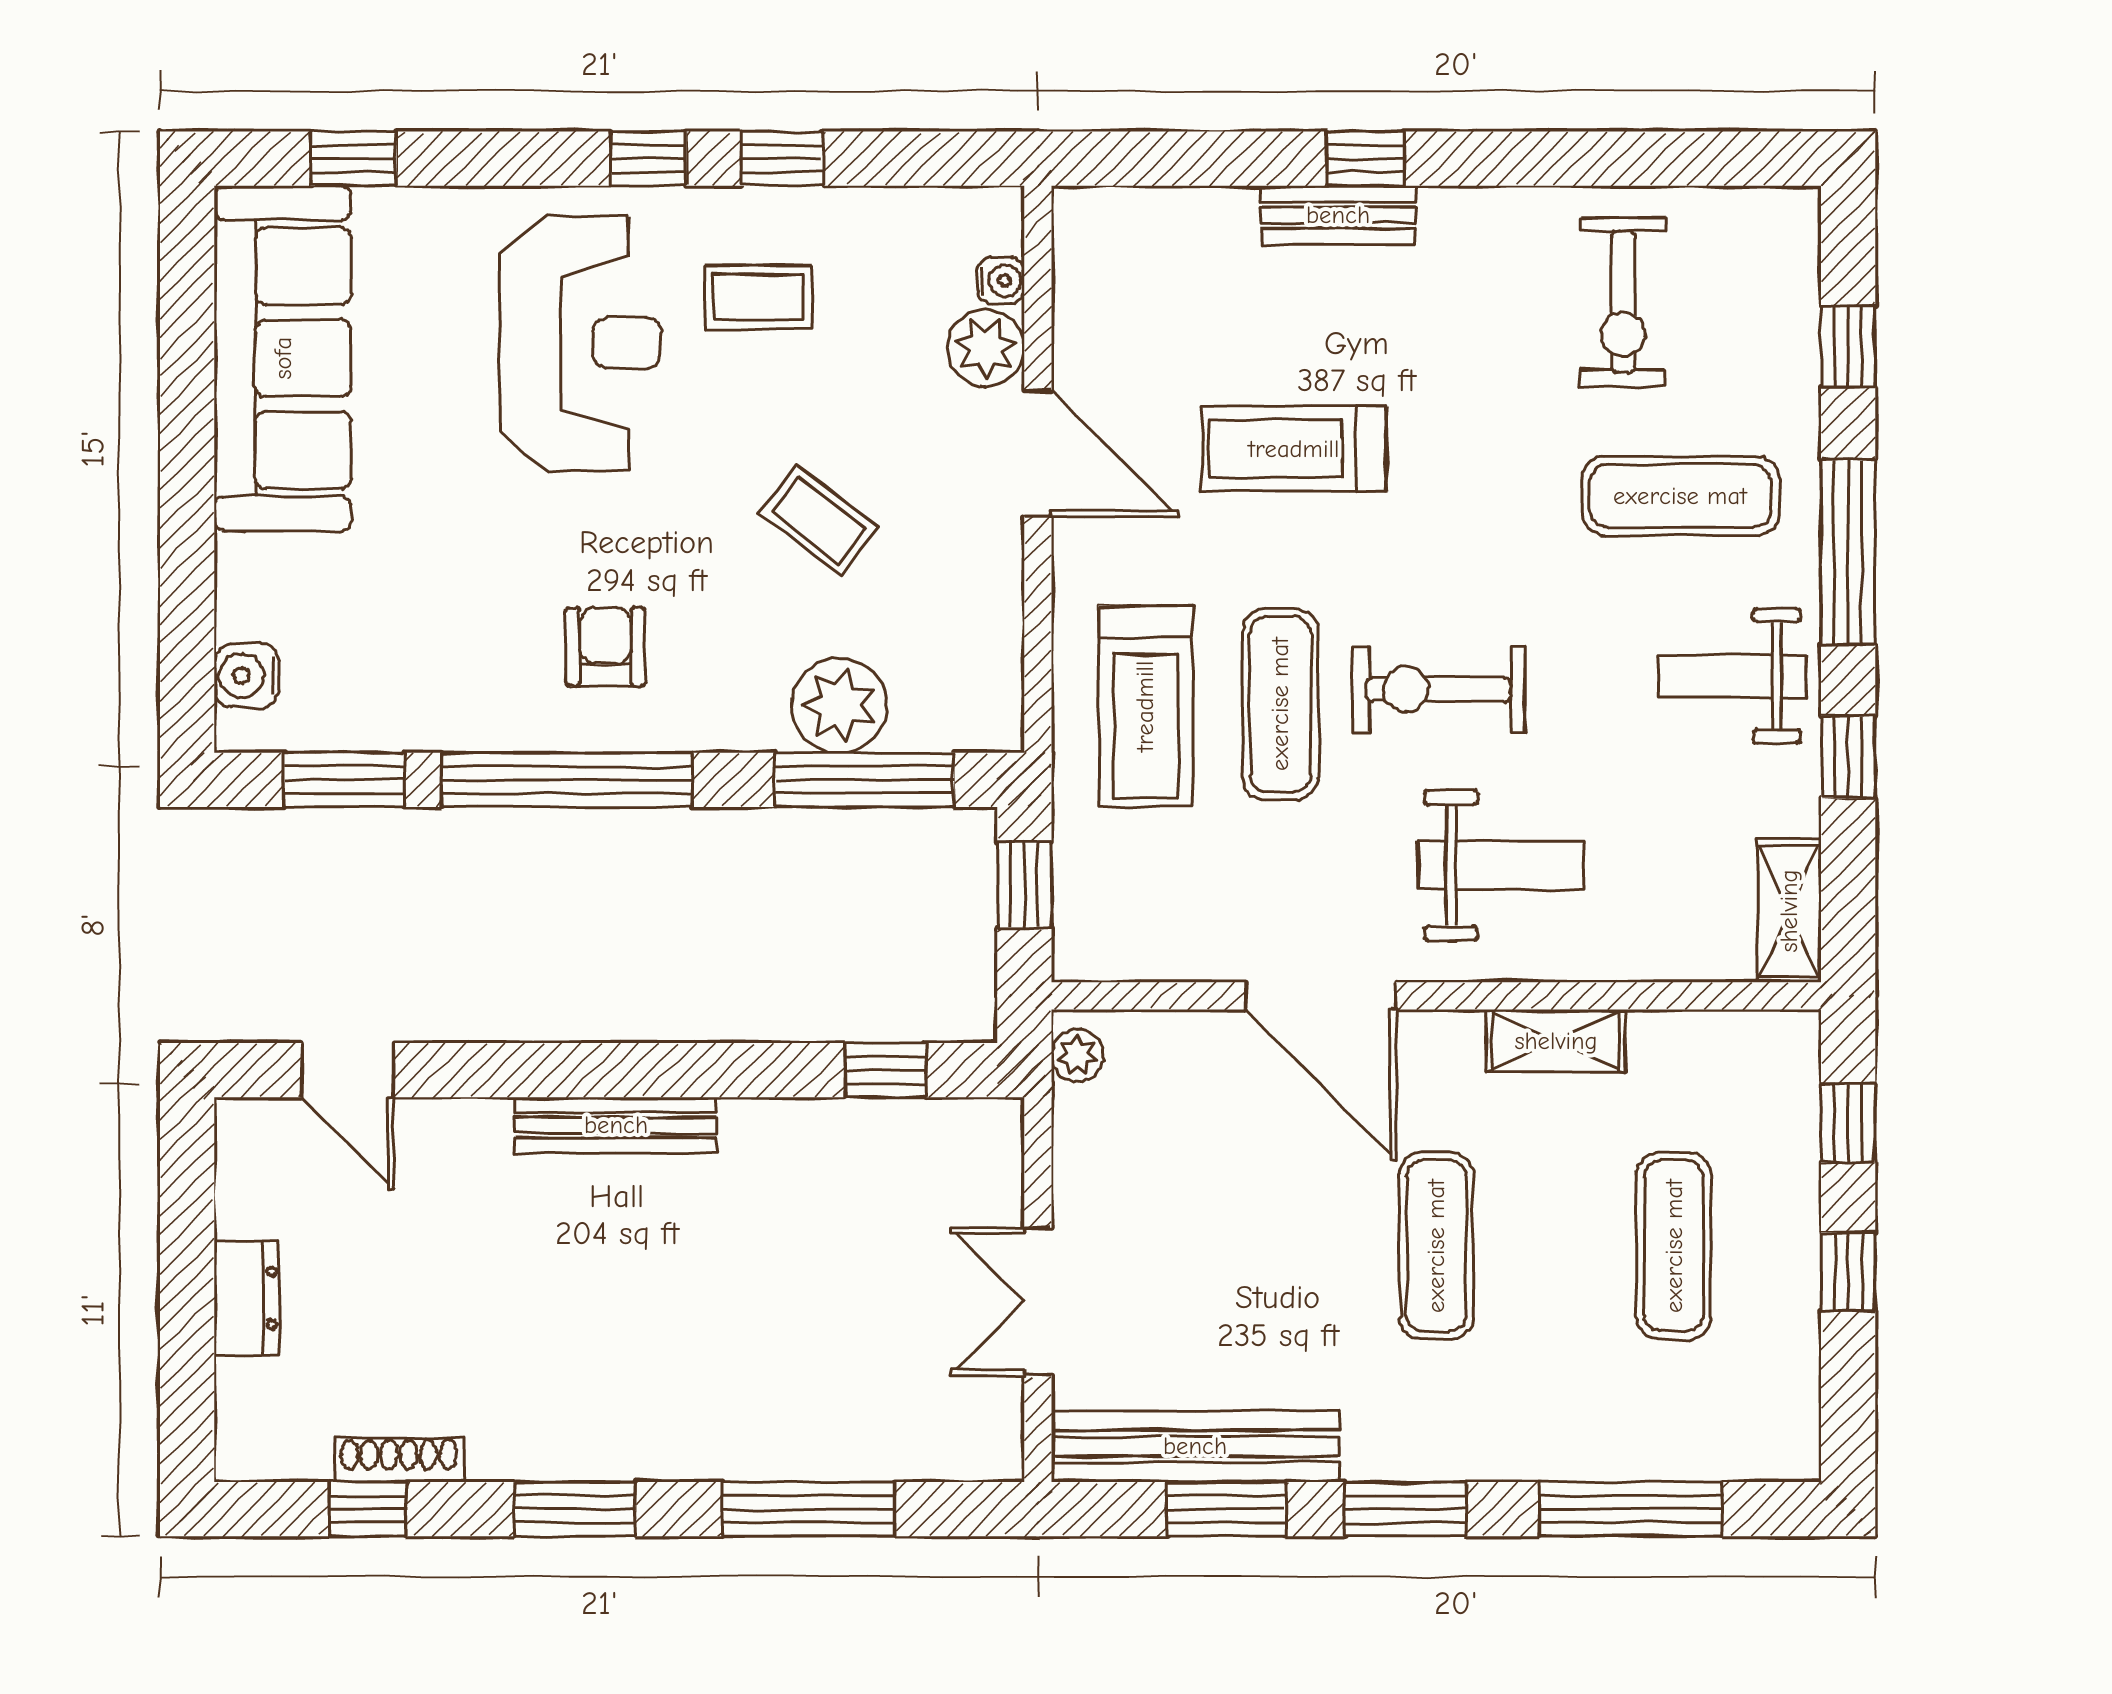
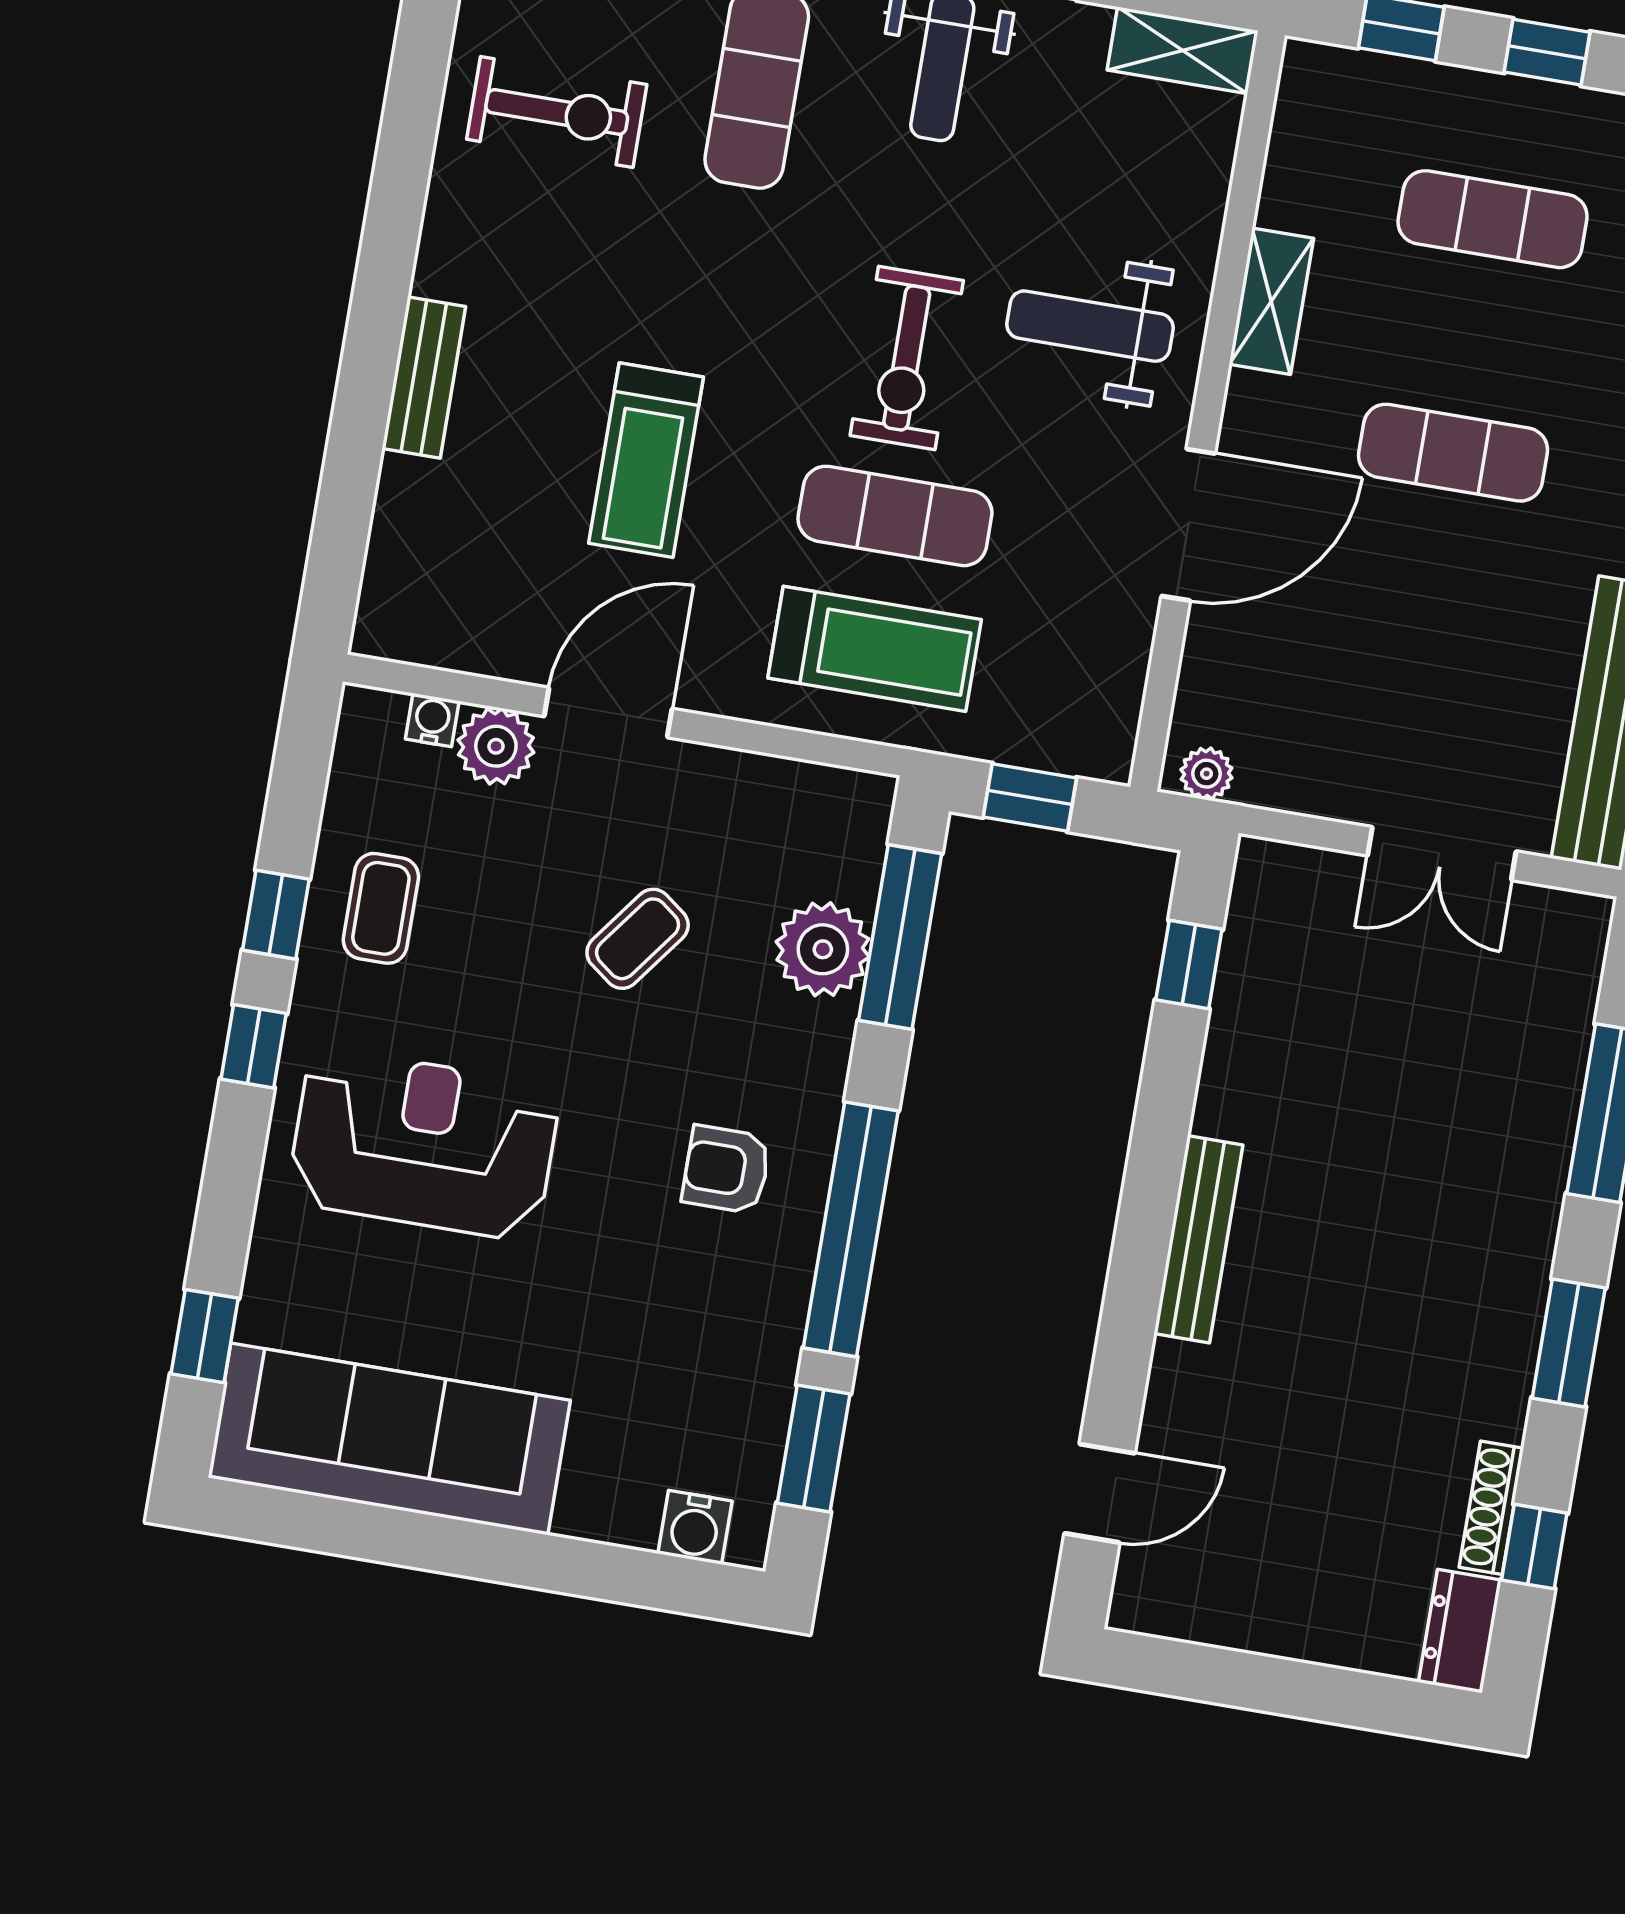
window: (1365, 159) -> (373, 341), removed
coffee table: (758, 297) -> (381, 908), moved
weight bench: (1501, 865) -> (1090, 326), turned -90
dresser: (246, 1298) -> (1460, 1631), moved, turned -90

